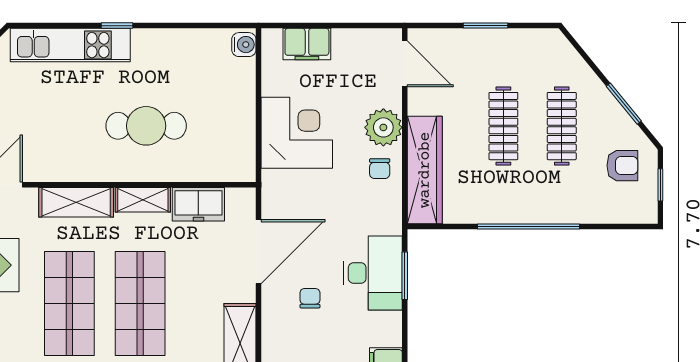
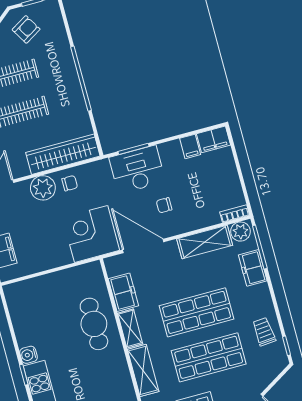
water cooler: (244, 45) -> (28, 355), moved, turned -90
cafe table: (146, 126) -> (94, 324), moved
corner desk: (297, 133) -> (91, 234), moved
armchair: (622, 166) -> (26, 29), turned 59

